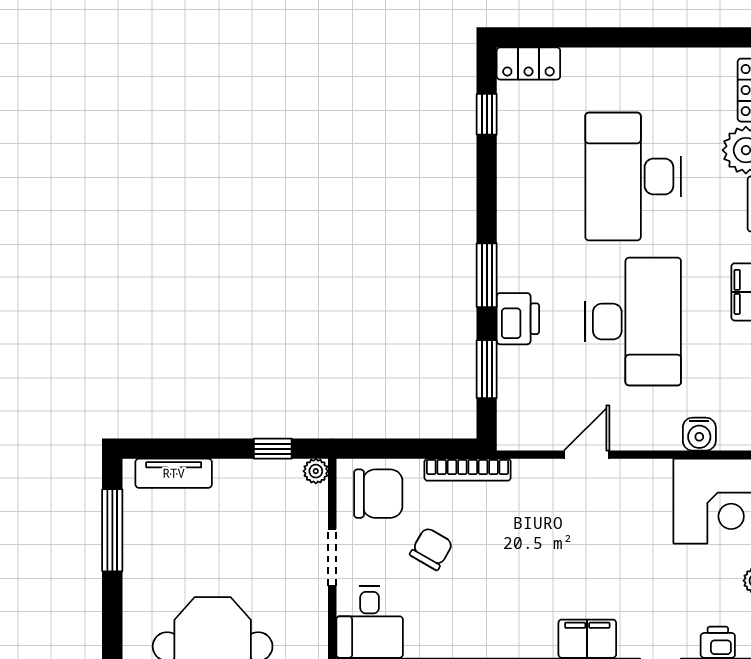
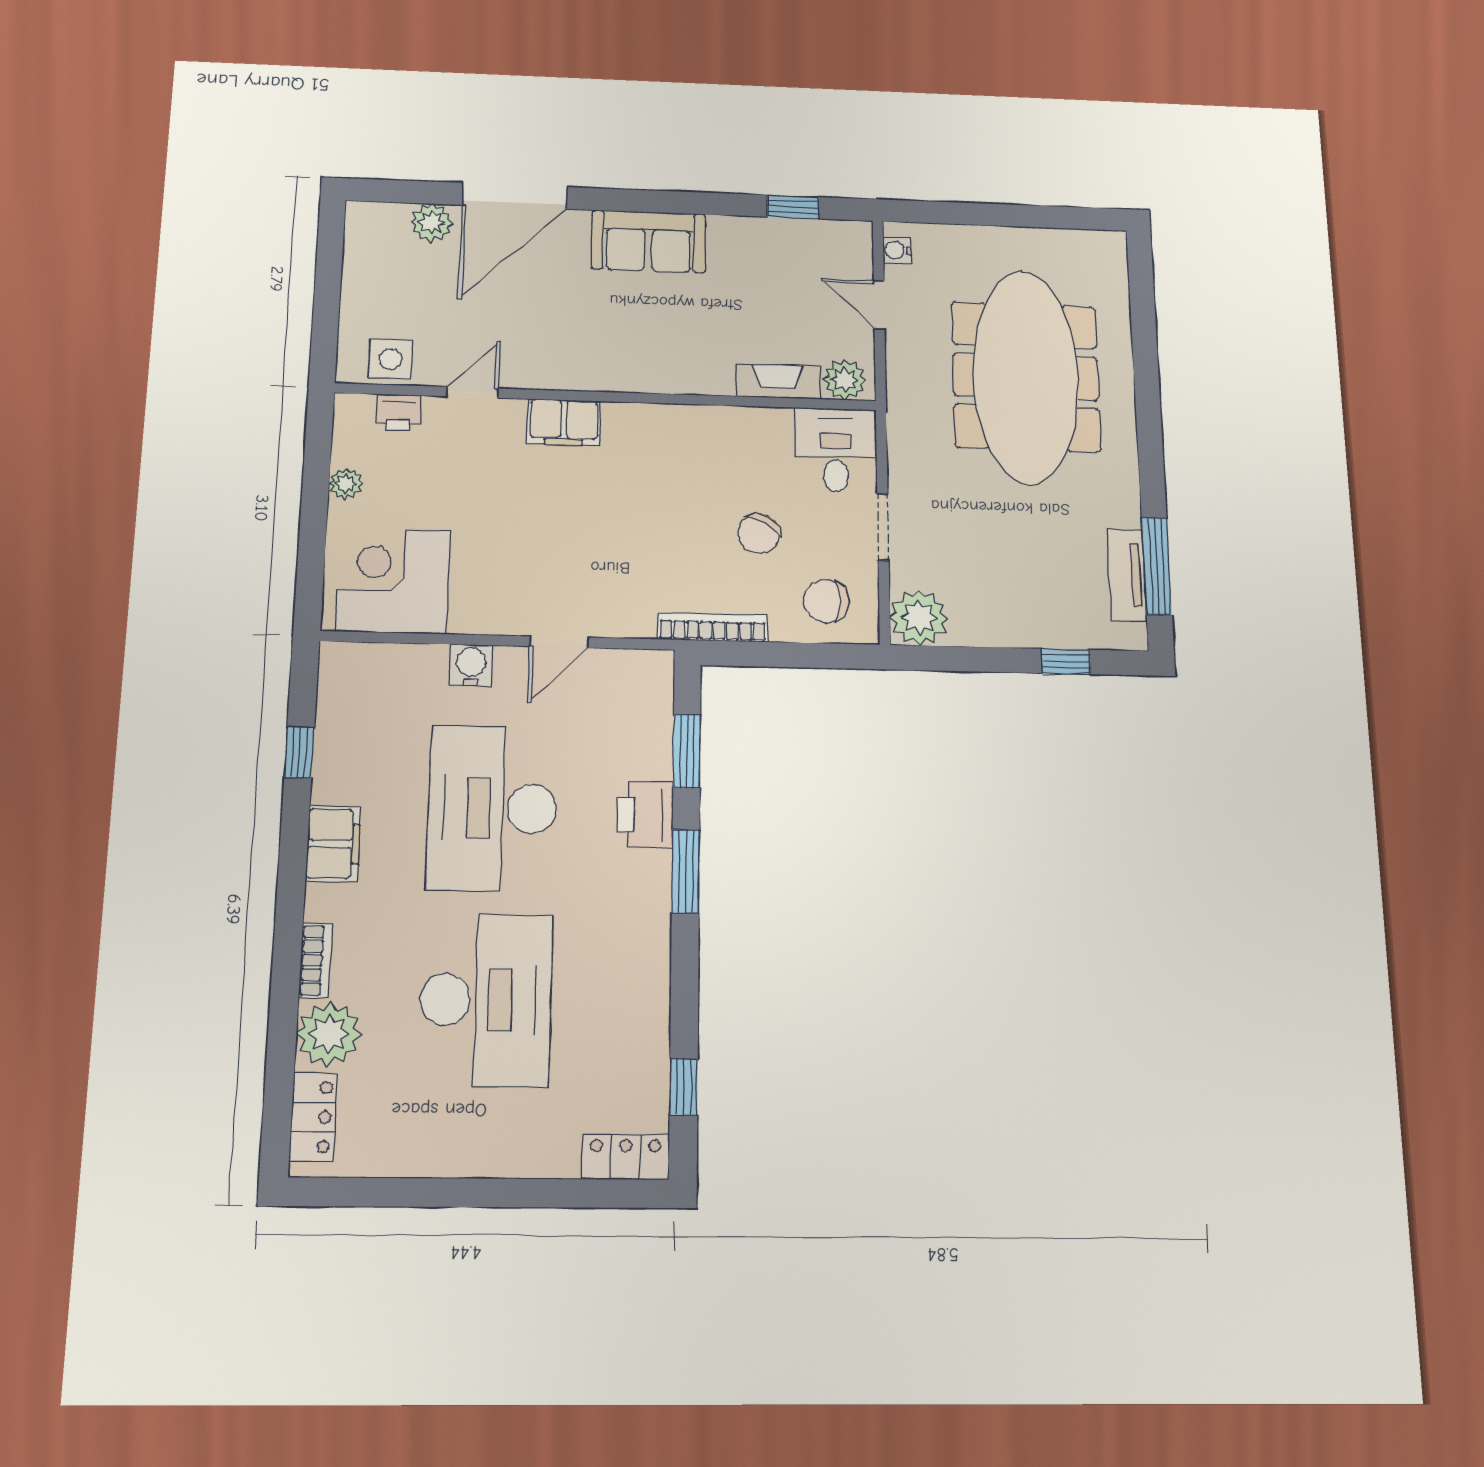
water cooler: (699, 434) -> (471, 665), moved
window: (273, 449) -> (1066, 661), moved
plant: (316, 471) -> (919, 618), width x1.87, depth x1.87
tv unit: (174, 473) -> (1127, 575), moved, turned -90
chair: (378, 494) -> (826, 601), width x0.73, depth x0.73

